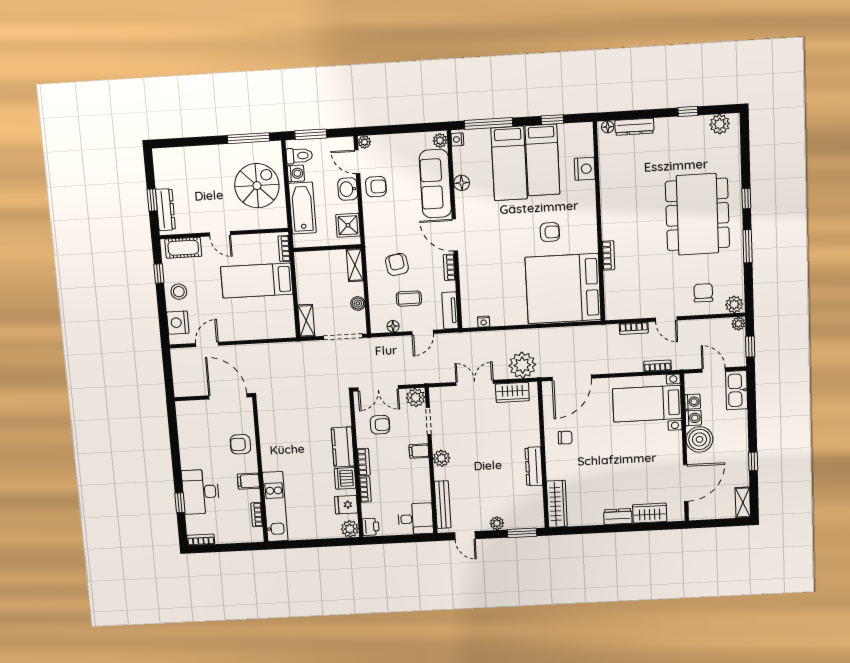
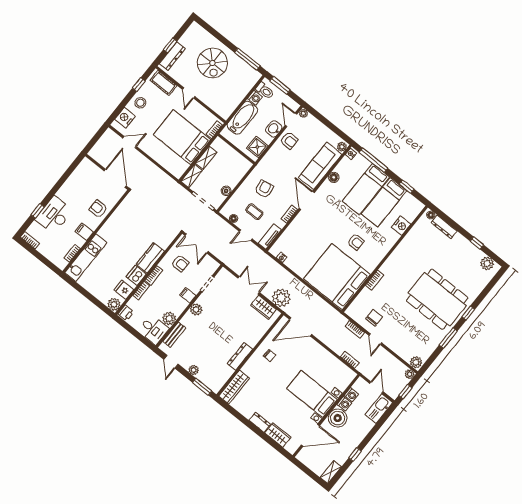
spiral stairs: (257, 186) -> (212, 63), moved, turned 90
dining table: (697, 214) -> (437, 299), turned 90
shelving: (355, 265) -> (206, 158), moved
bed: (257, 280) -> (182, 137), width x1.50
chair: (703, 293) -> (374, 318), moved
plant: (416, 398) -> (169, 318), moved
bed with nightstands: (647, 404) -> (312, 394), moved
bench: (443, 505) -> (174, 335), width x0.73

